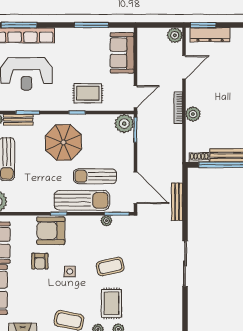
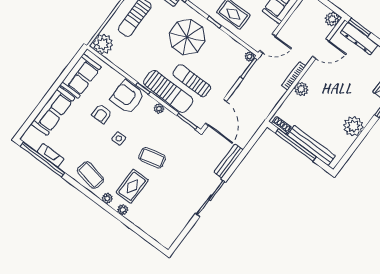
plant: (124, 124) -> (250, 57), width x0.53, depth x0.53
bench: (177, 202) -> (229, 161), moved
plant: (106, 221) -> (159, 109), moved

